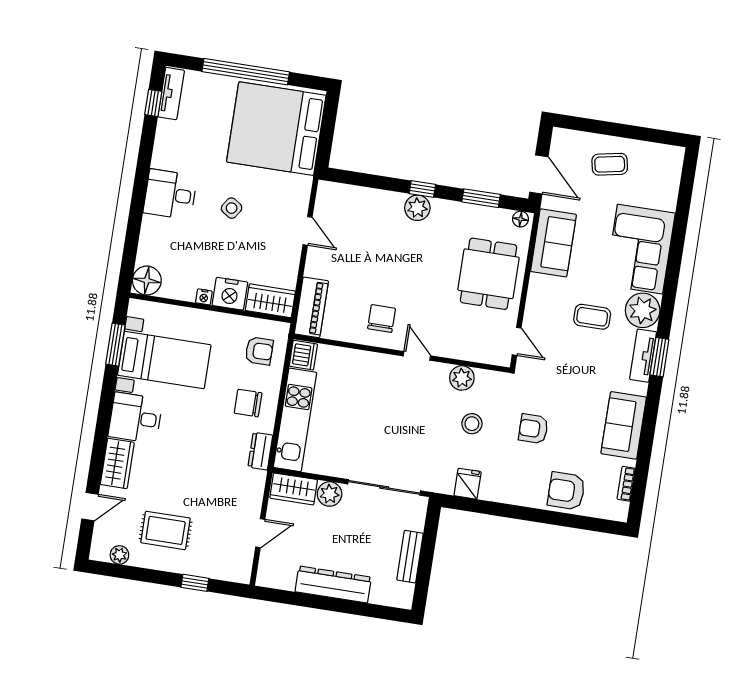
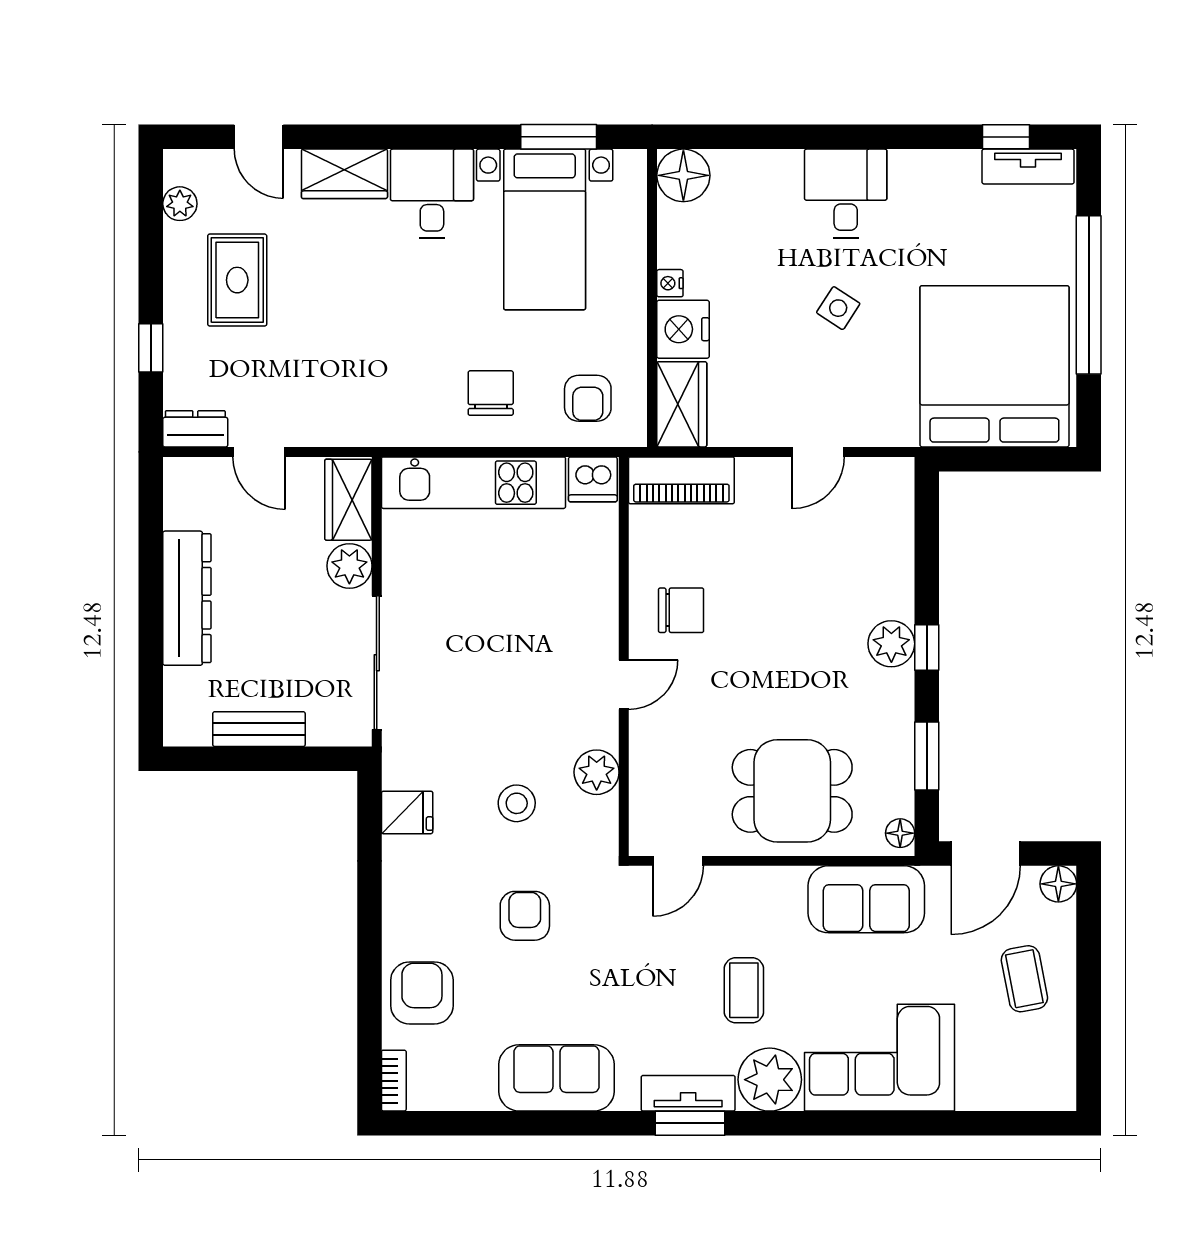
floor lamp: (561, 138) -> (1058, 884), added
dresser: (260, 451) -> (195, 429), moved
bookcase: (626, 484) -> (394, 1081), moved, turned 90

